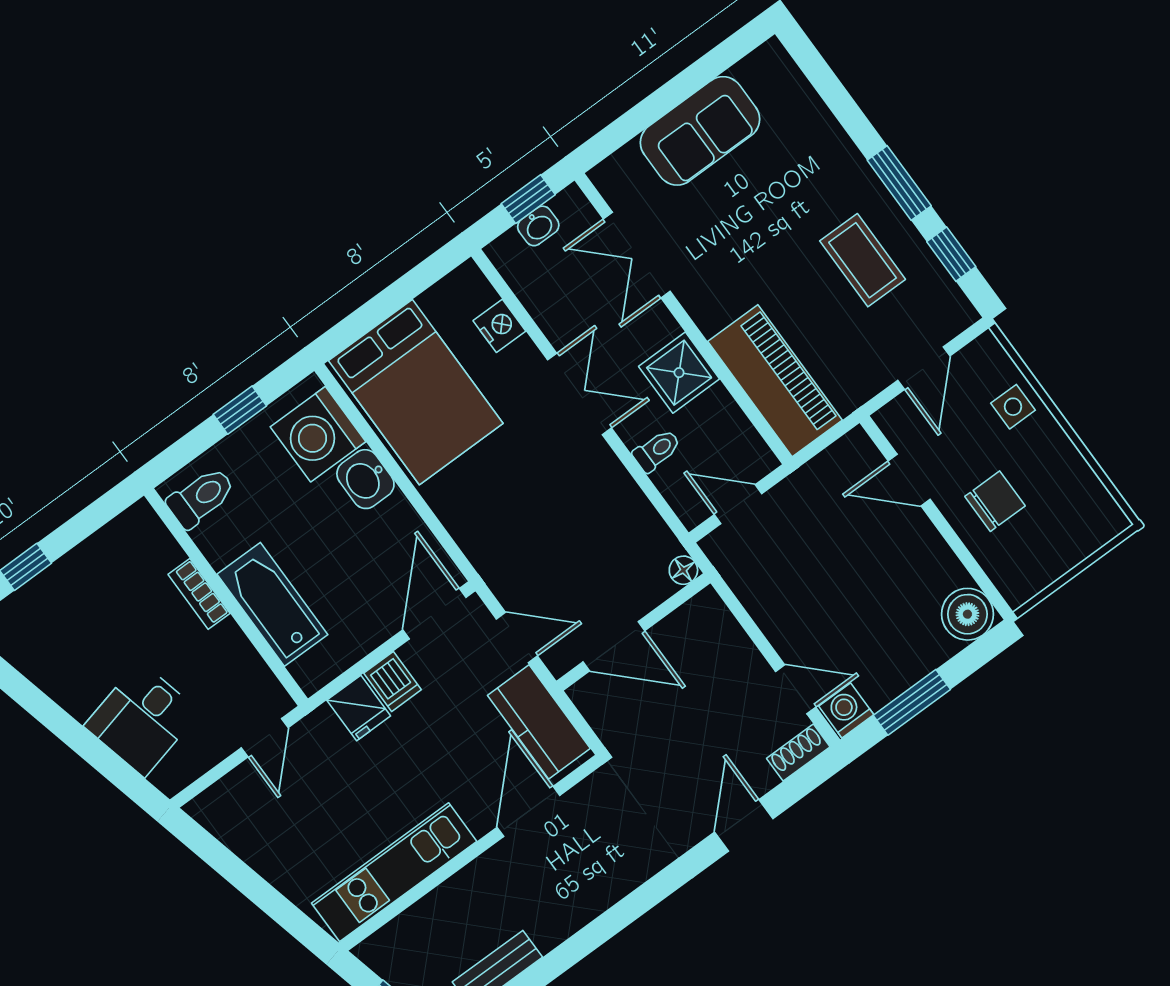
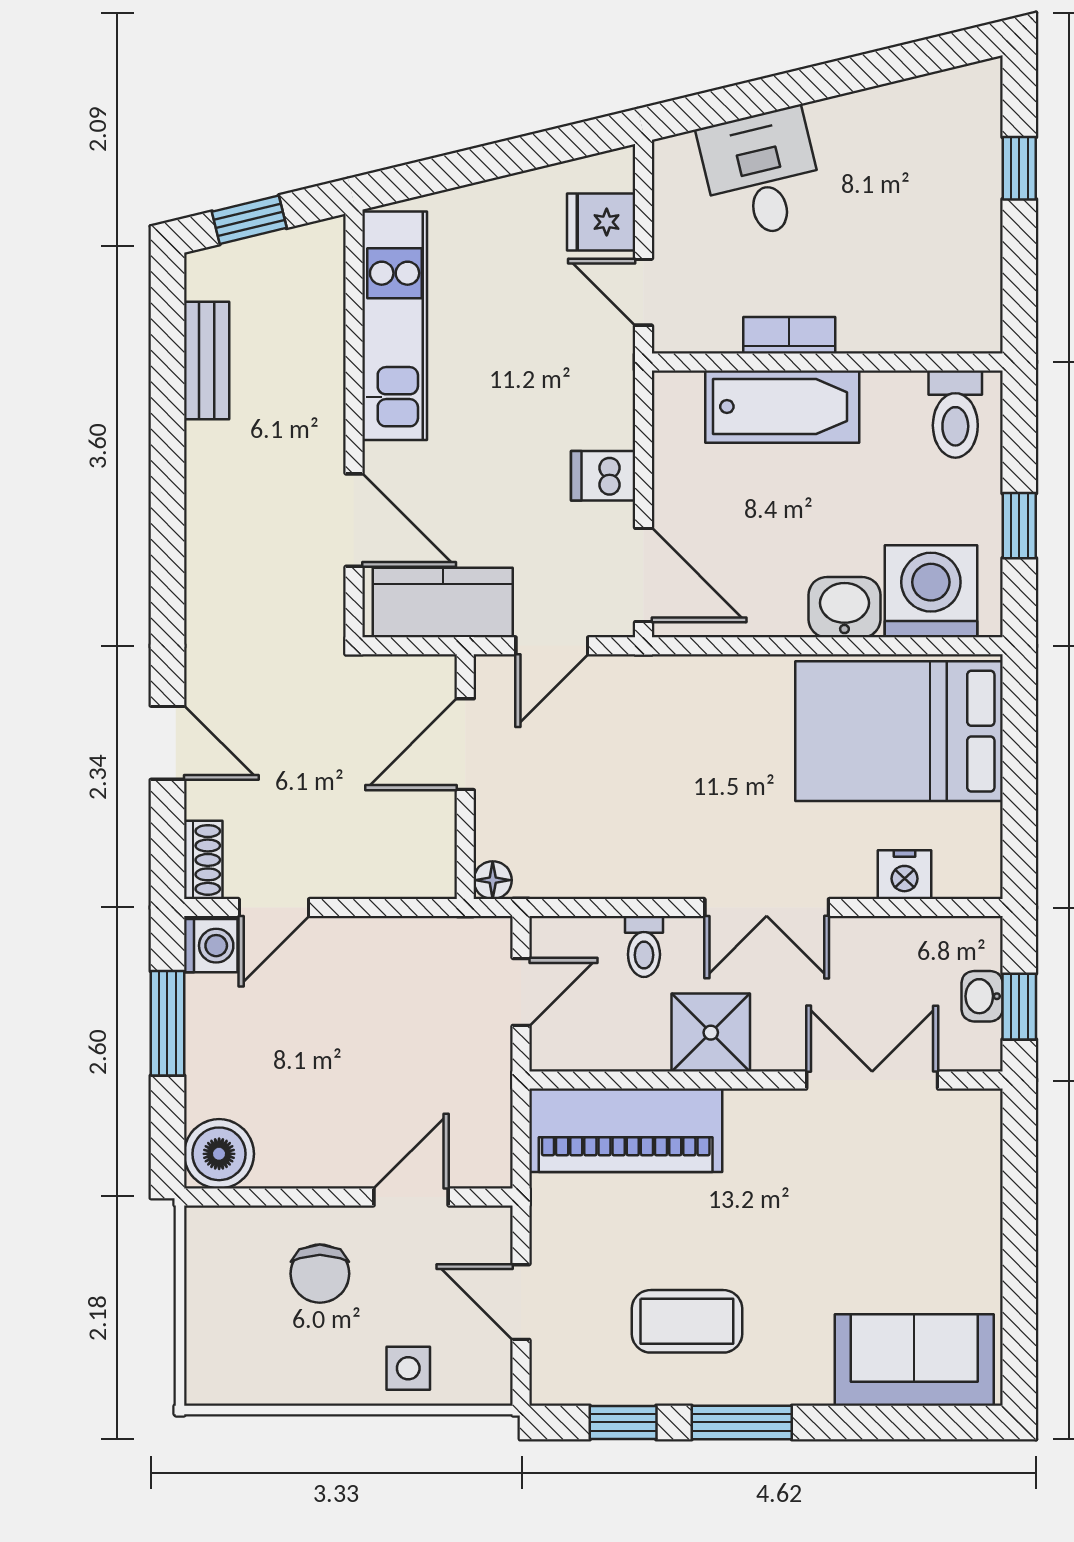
sofa: (700, 131) -> (914, 1360), moved, turned 90
bookcase: (199, 594) -> (789, 335), moved
fridge: (359, 708) -> (601, 222), moved

